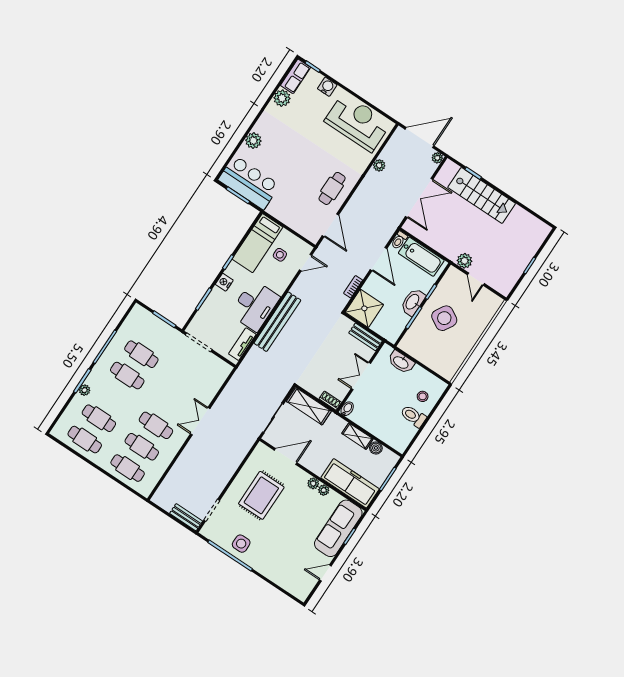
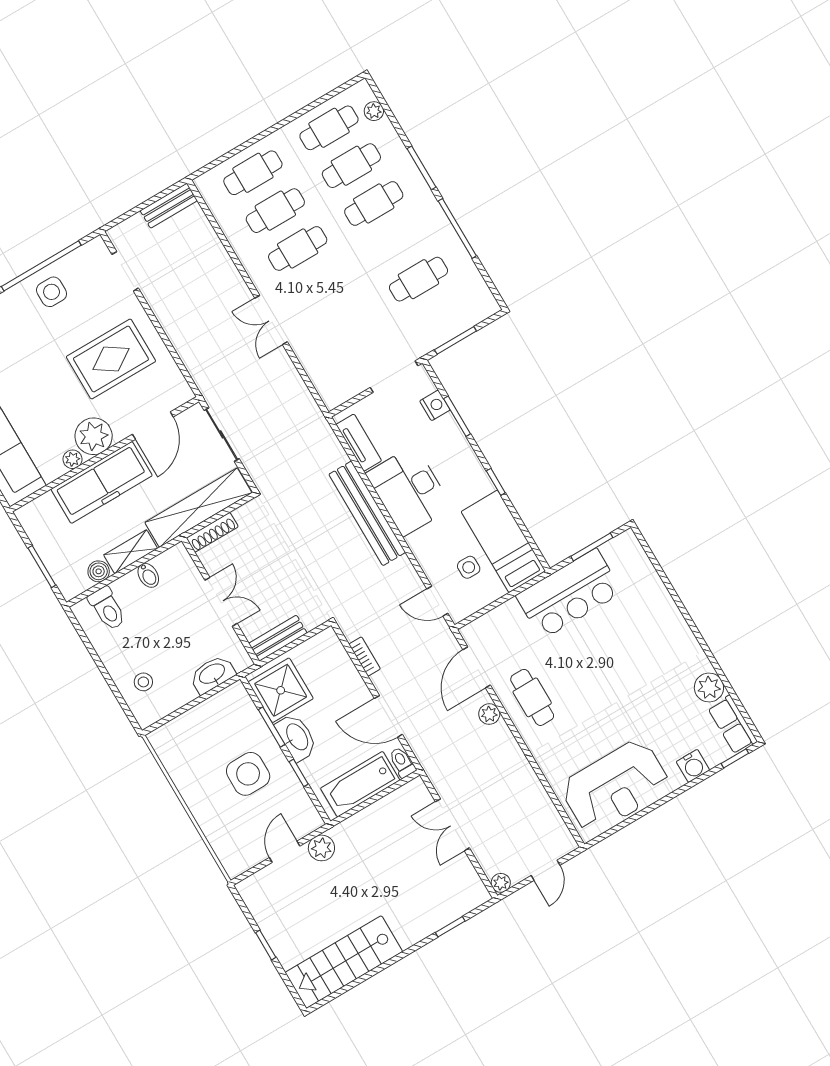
door: (419, 138) -> (546, 870), width x0.53
plant: (253, 141) -> (665, 612), removed
plant: (379, 165) -> (489, 714), moved
bar counter: (249, 182) -> (569, 594), moved
stairs: (482, 195) -> (344, 962), moved
double door: (419, 198) -> (452, 825), width x0.73
door: (330, 225) -> (477, 667), hinge flipped
door: (306, 263) -> (437, 601), hinge flipped
door: (476, 279) -> (285, 852), hinge flipped
nightstand: (224, 282) -> (435, 405), moved
shower: (364, 308) -> (281, 690), moved
side table: (444, 318) -> (248, 774), turned -30
cafe table: (127, 376) -> (374, 203), moved
plant: (85, 390) -> (374, 111), moved
shoe rack: (330, 401) -> (212, 532), width x1.43
shelving: (309, 406) -> (198, 508), width x1.47
bidet: (347, 409) -> (148, 575), moved
toilet: (413, 416) -> (107, 609), moved, turned 90
double door: (200, 421) -> (271, 320), swing flipped
plant: (313, 483) -> (94, 436), width x1.87, depth x1.87
freezer: (350, 483) -> (102, 482), moved
rug: (261, 495) -> (111, 359), turned 90
bench: (186, 517) -> (169, 206), moved

